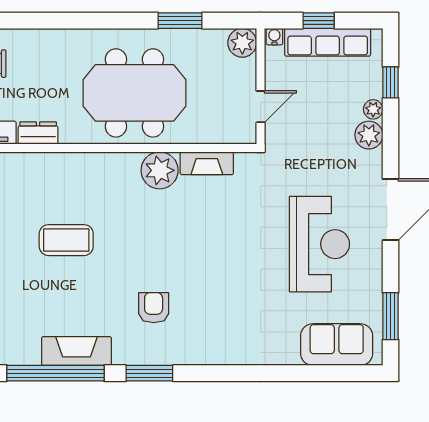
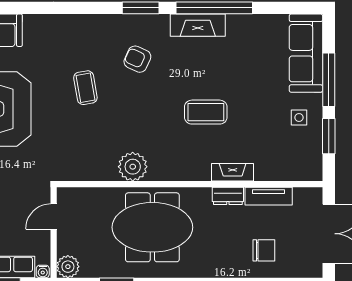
fireplace: (207, 163) -> (233, 172), moved
coffee table: (220, 271) -> (85, 88), added
armchair: (154, 308) -> (137, 59), turned 114

